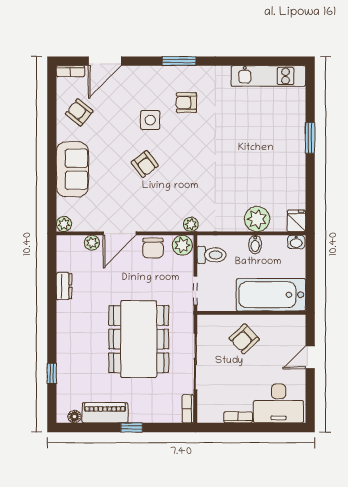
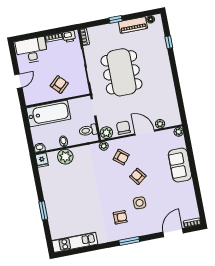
armchair: (79, 112) -> (121, 157), moved
door: (120, 233) -> (145, 133), hinge flipped
dresser: (64, 286) -> (171, 95), removed
printer: (213, 414) -> (69, 36), added

